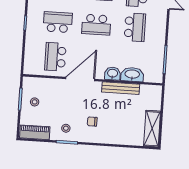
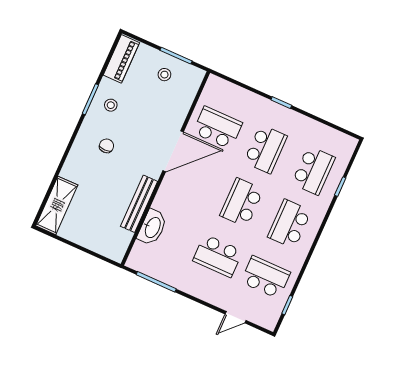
washbasin: (113, 74) -> (164, 200), removed
door: (80, 79) -> (173, 151), hinge flipped
shelving: (152, 129) -> (57, 205), moved, turned 90

